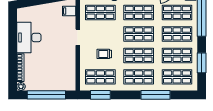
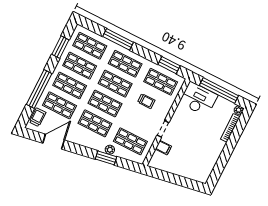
filing cabinet: (69, 11) -> (163, 148), moved
desk: (29, 37) -> (198, 99), moved, turned -90

